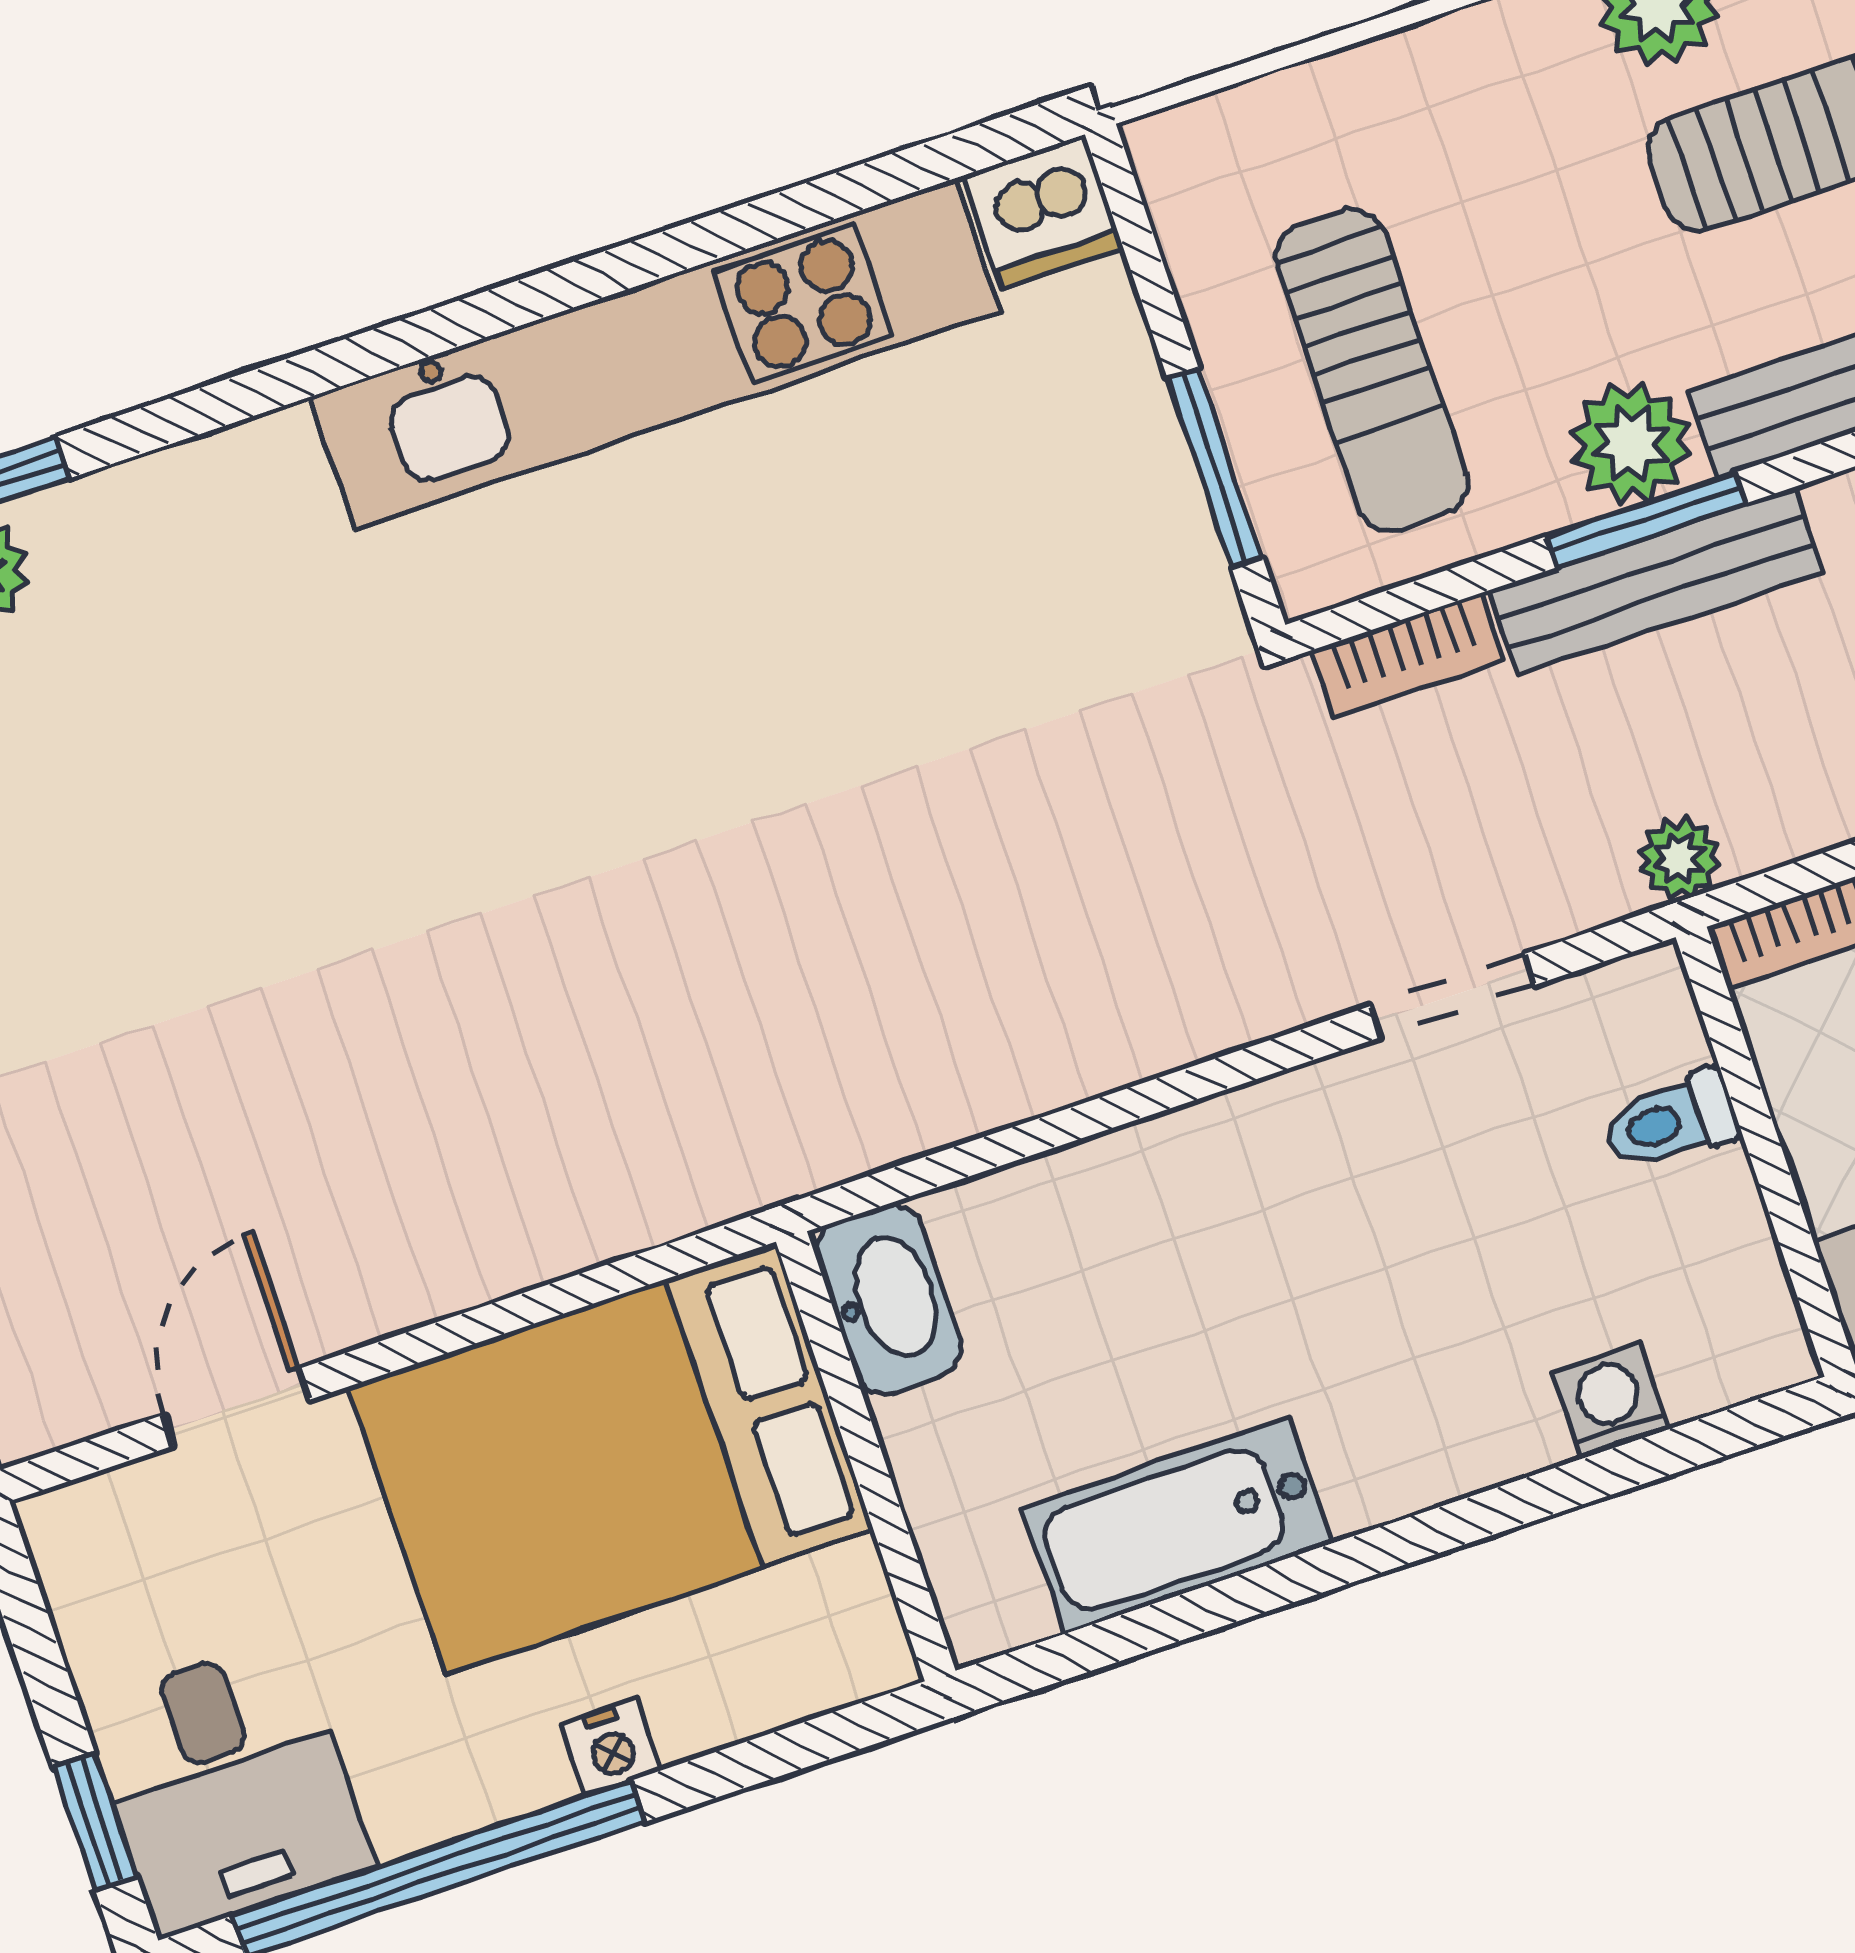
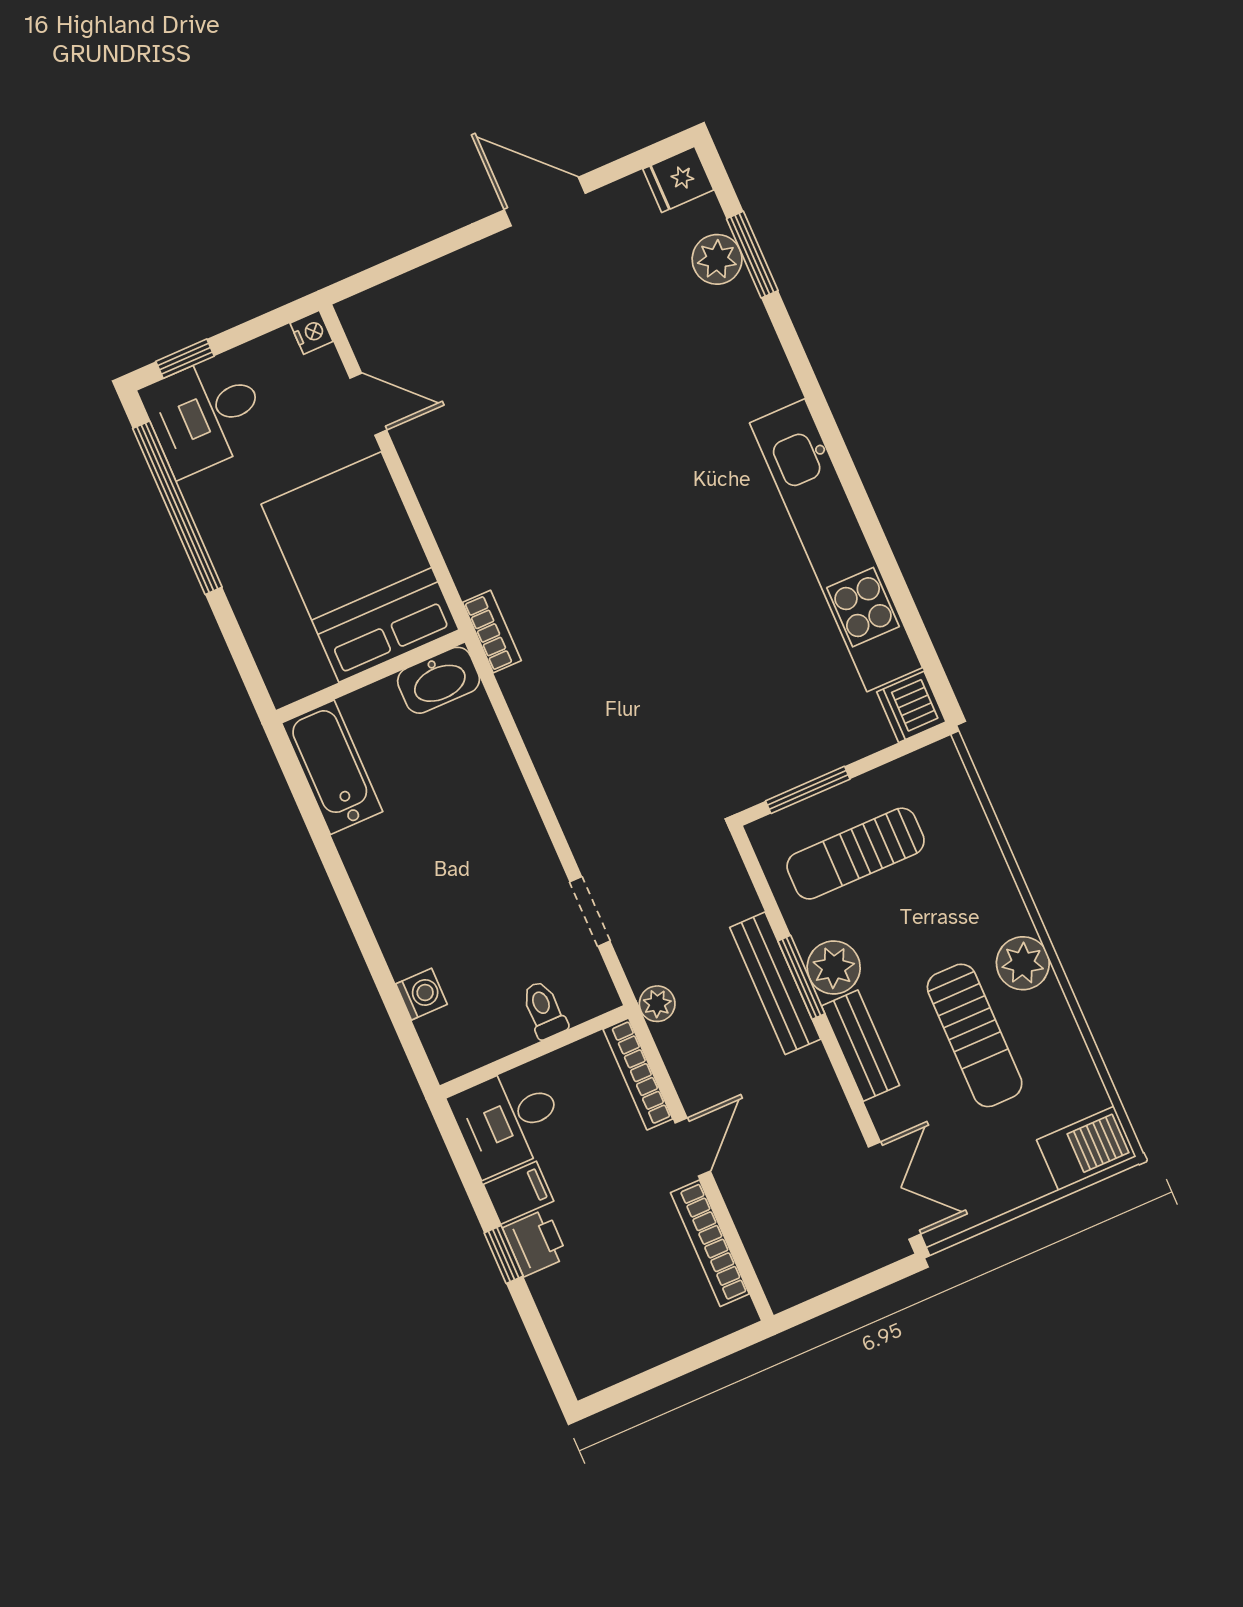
bookcase: (1407, 655) -> (492, 632), moved, turned 180
bathtub: (1177, 1525) -> (332, 767), moved
nightstand: (611, 1748) -> (312, 332), moved, turned 180

